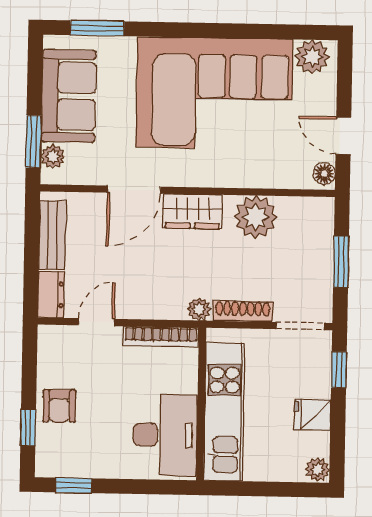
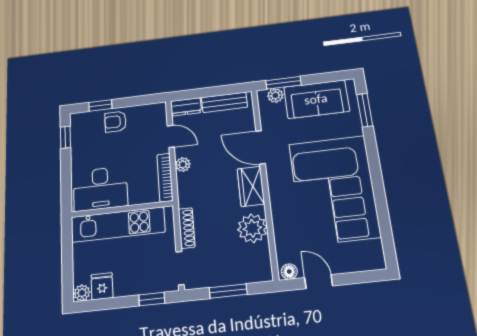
plant: (312, 57) -> (372, 252), removed
door: (343, 136) -> (319, 282), hinge flipped
plant: (199, 309) -> (183, 164), moved
fridge: (312, 415) -> (102, 286), moved

